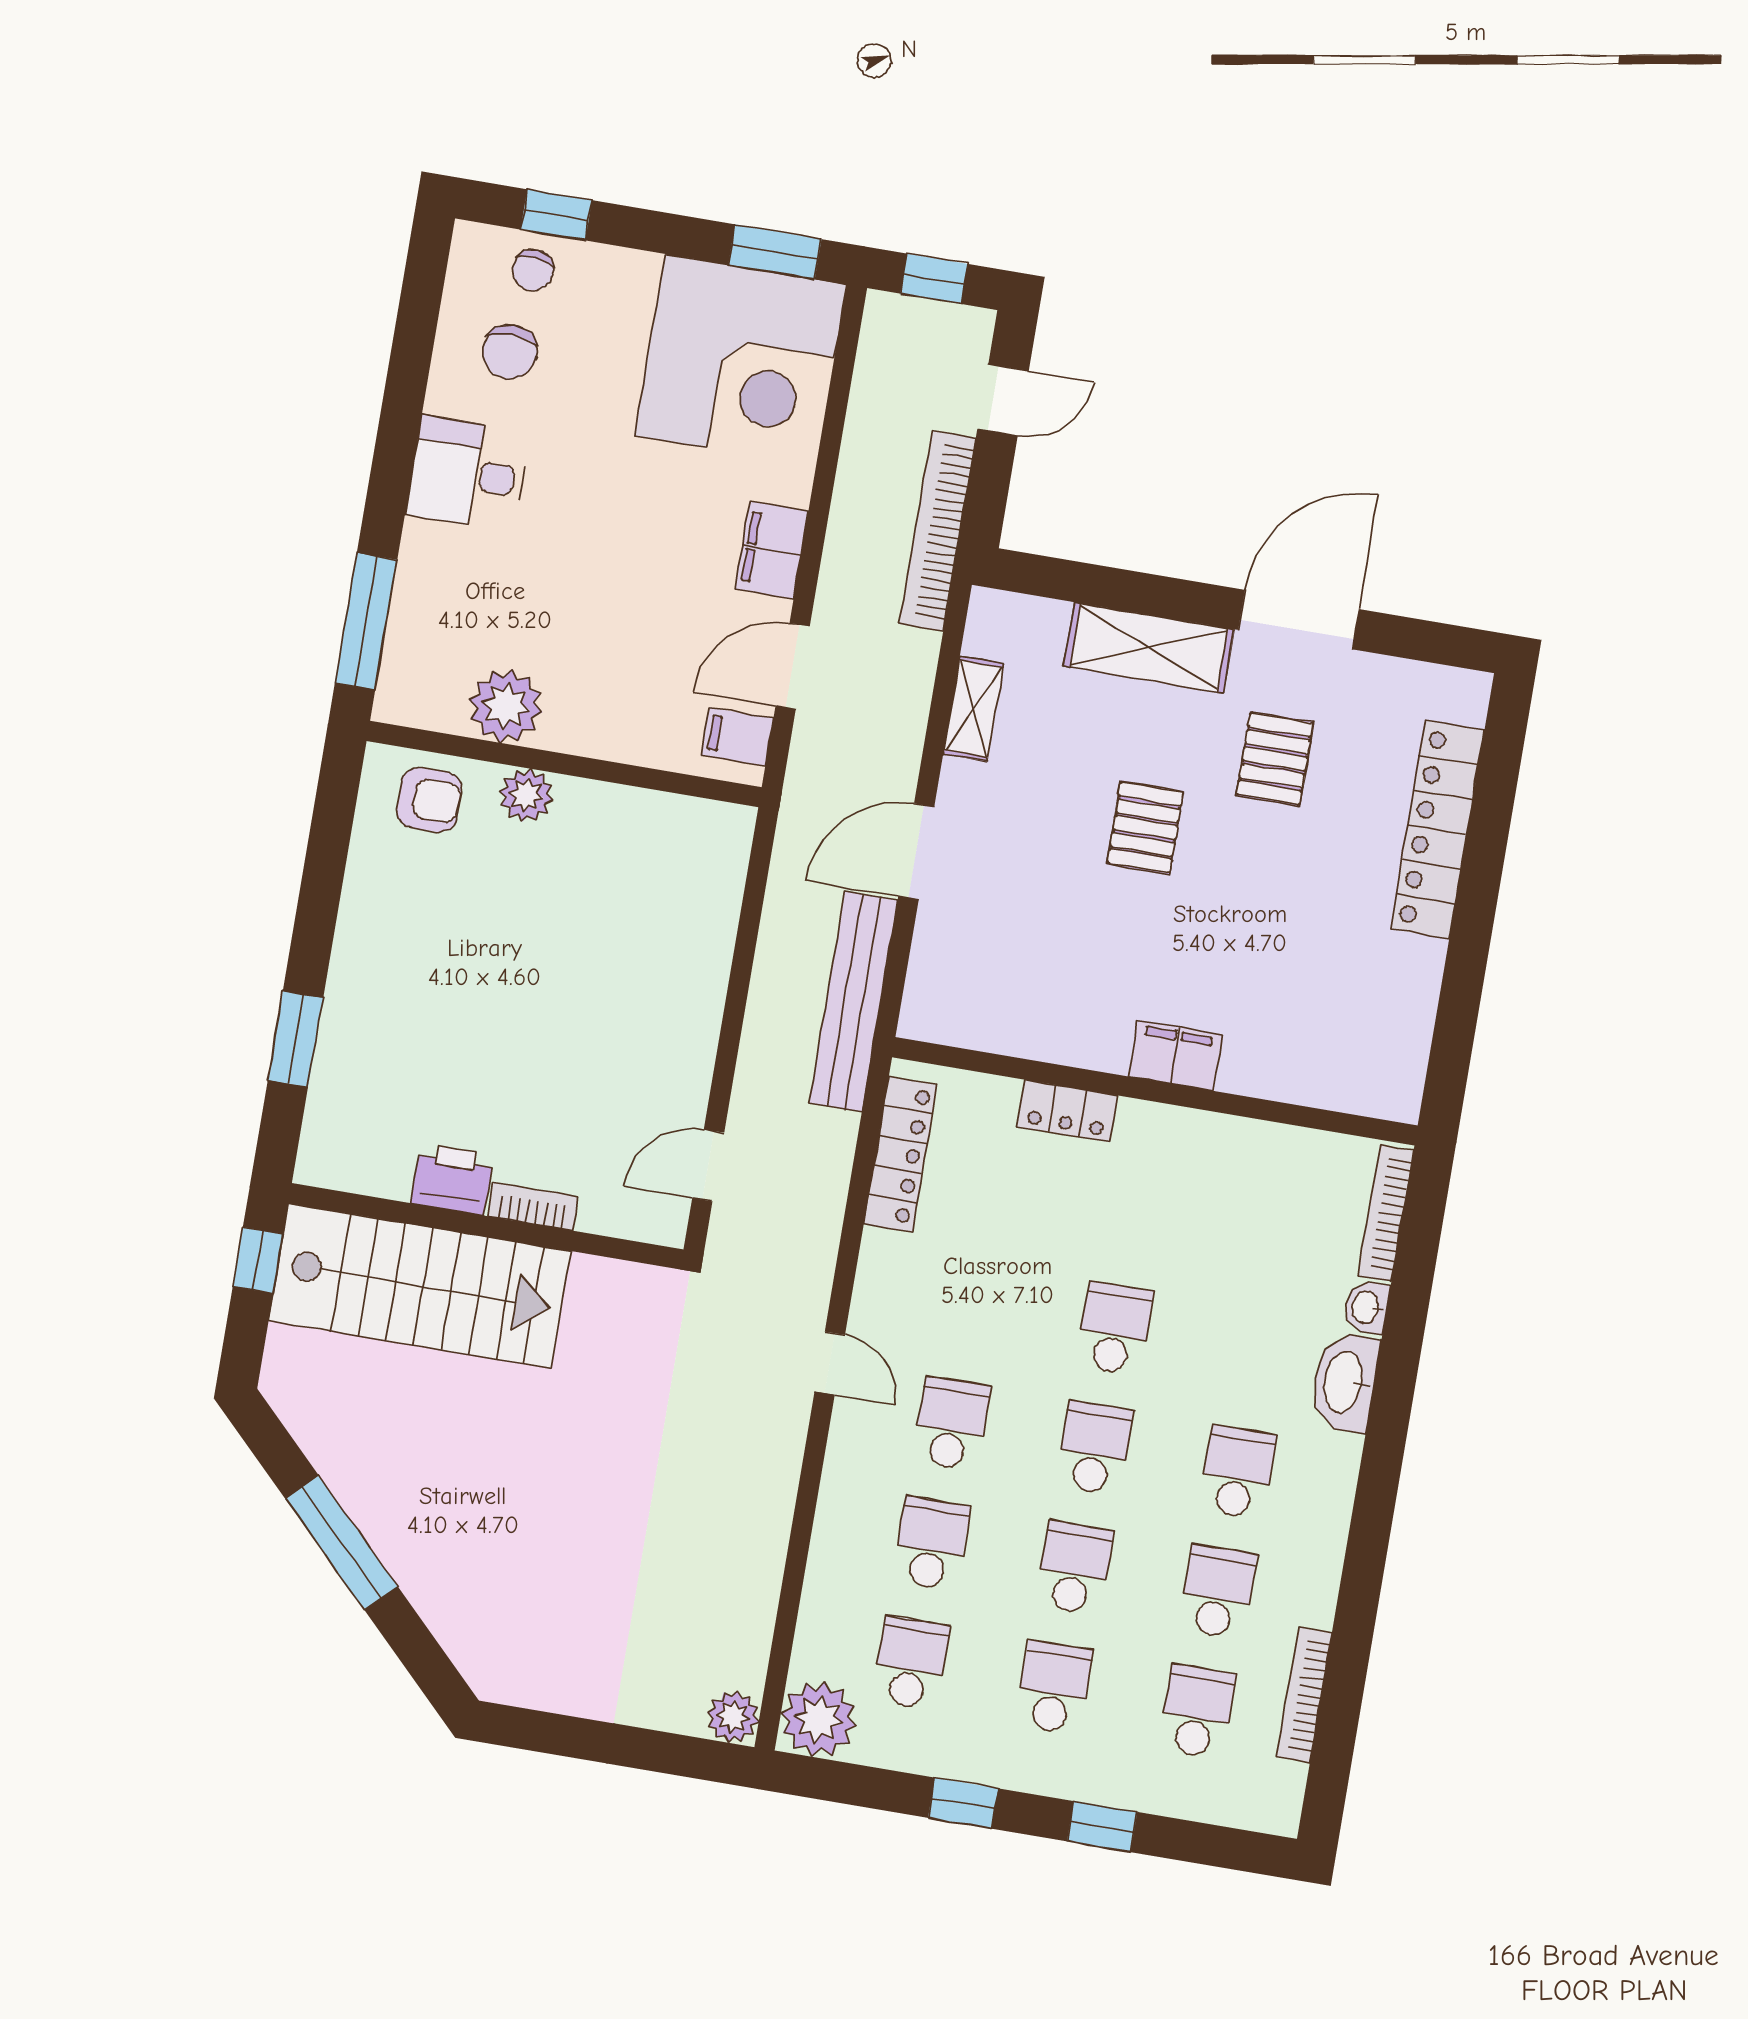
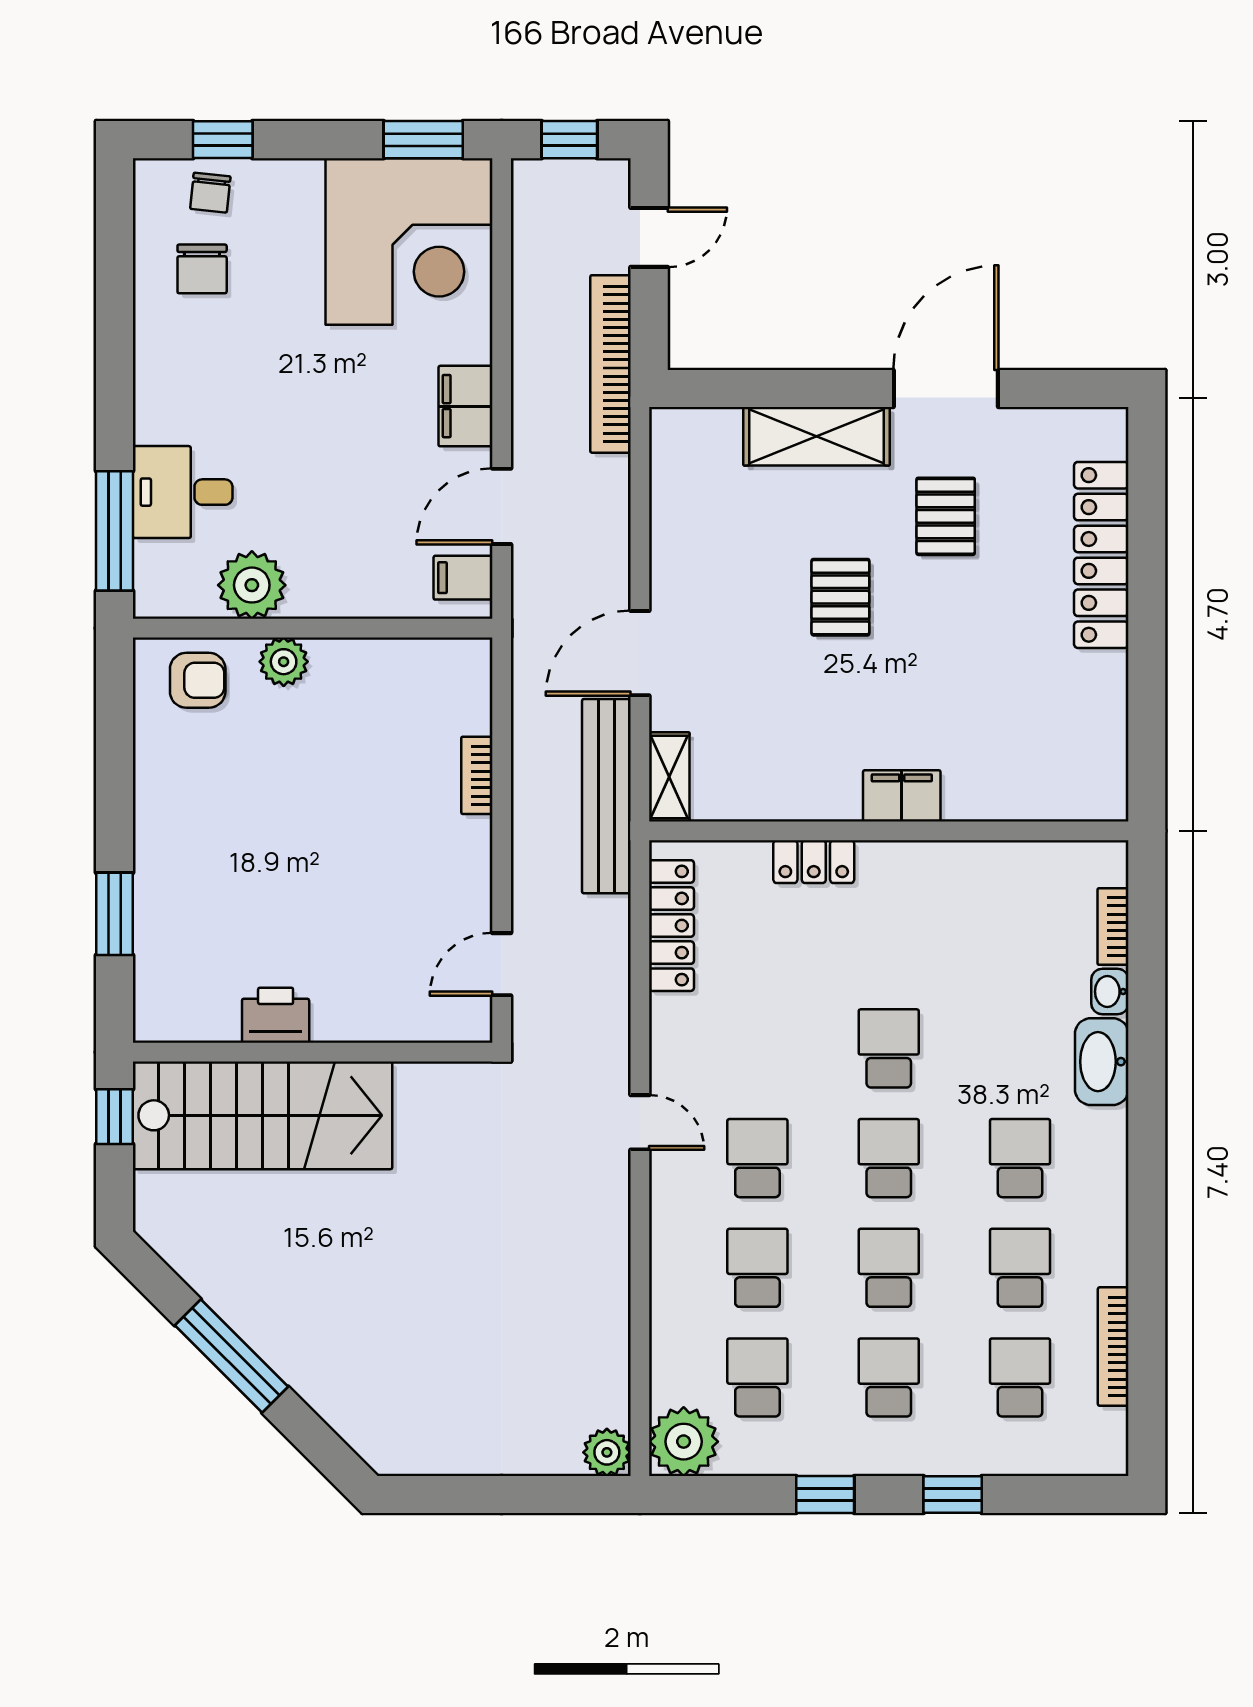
desk: (467, 474) -> (183, 492), moved
shelving: (973, 709) -> (669, 777), moved
bookcase: (533, 1206) -> (477, 775), moved, turned -90
bookcase: (1386, 1213) -> (1113, 927), width x0.64

